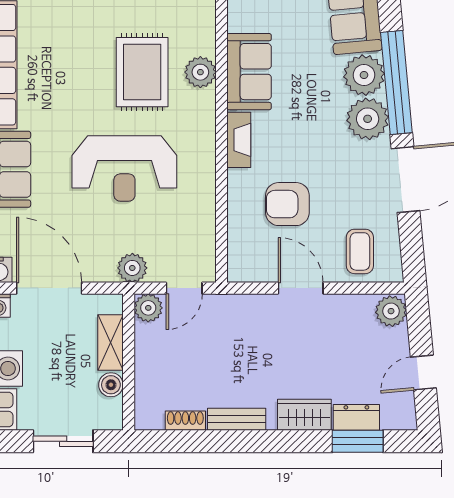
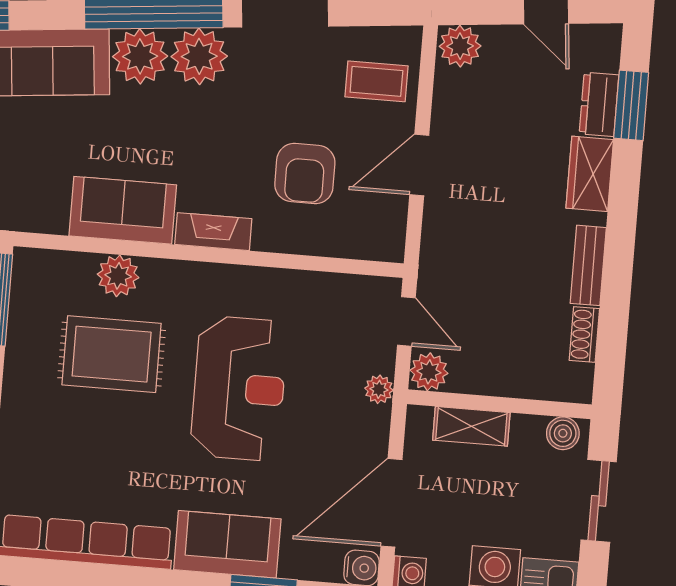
plant: (132, 268) -> (379, 389), width x0.73, depth x0.73
boiler: (111, 385) -> (563, 433), moved

